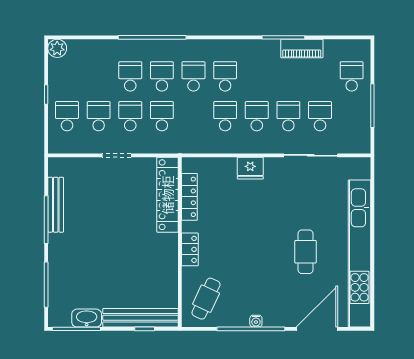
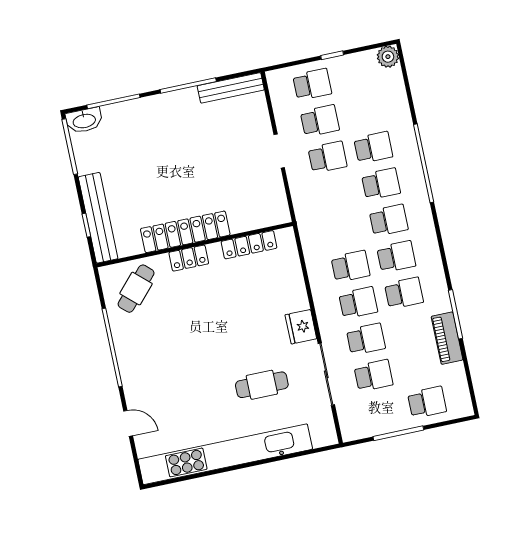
school desk: (162, 116) -> (404, 293), moved
fridge: (250, 168) -> (301, 327), moved
locker: (167, 195) -> (185, 232), moved
bench: (56, 205) -> (231, 88), moved
cafe table: (306, 252) -> (262, 385), moved
cafe table: (206, 299) -> (136, 289), turned -73
washbasin: (87, 318) -> (84, 120), moved, turned 90
water cooler: (256, 321) -> (122, 351), removed
door: (317, 329) -> (128, 423), width x0.53

